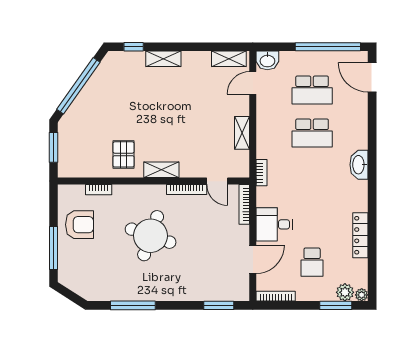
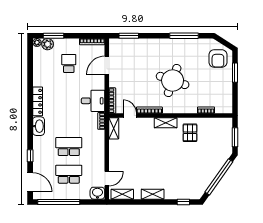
shelving: (163, 59) -> (153, 194), moved
window: (372, 119) -> (30, 156), added
shelving: (242, 133) -> (114, 128), moved
desk: (274, 224) -> (93, 101), moved
armchair: (80, 225) -> (218, 59), moved, turned -90
locker: (360, 235) -> (38, 101), moved
window: (53, 248) -> (235, 73), width x0.69

